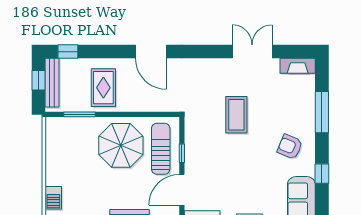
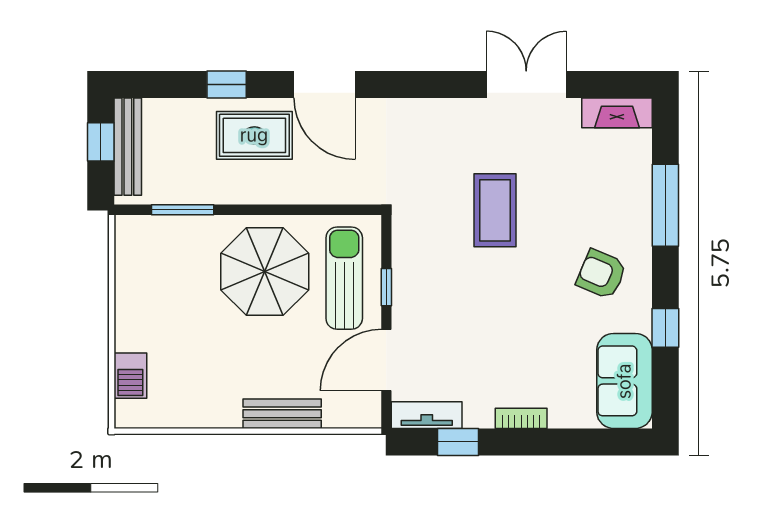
window: (68, 52) -> (227, 84), moved
rug: (103, 88) -> (254, 135), moved, turned 90

